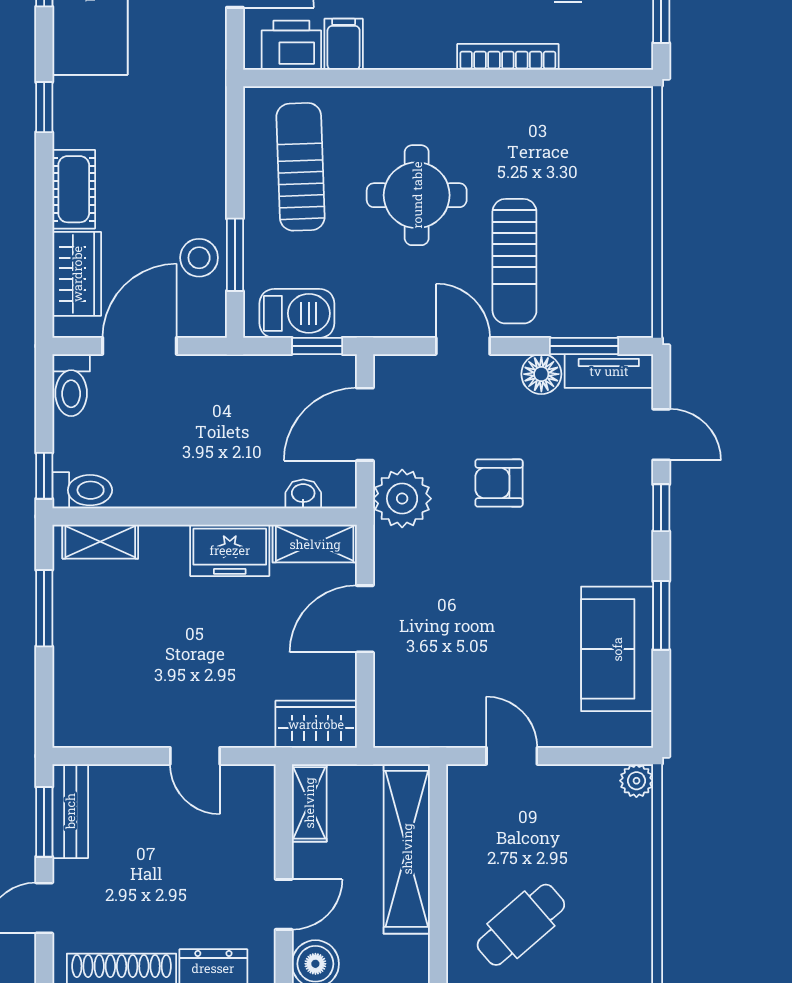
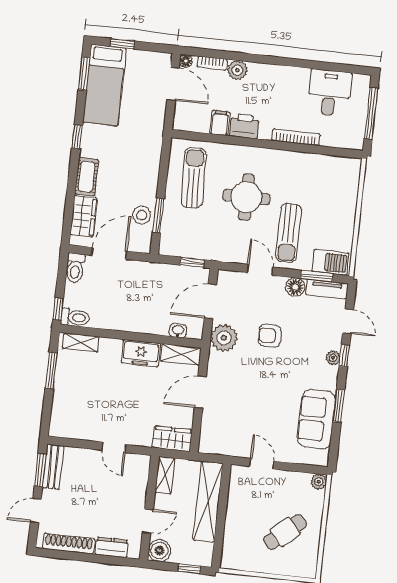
printer: (291, 45) -> (244, 126), moved
barbecue: (297, 313) -> (330, 262), moved
plant: (638, 515) -> (333, 358), added
cafe table: (521, 925) -> (285, 532), moved

